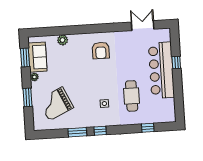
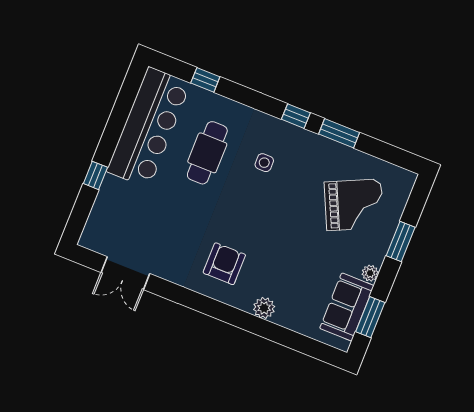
plant: (63, 40) -> (264, 308), moved
bar counter: (161, 70) -> (149, 127), moved

